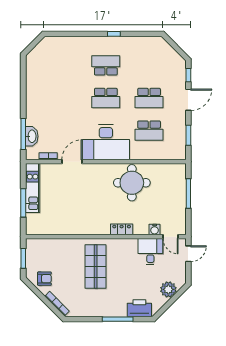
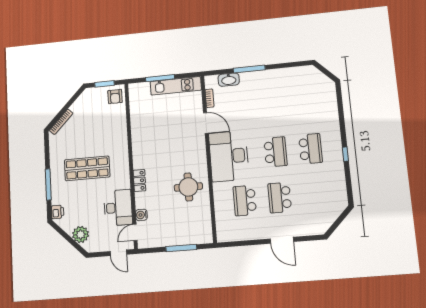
window: (188, 75) -> (309, 238), removed
school desk: (106, 98) -> (276, 152), turned 180
window: (23, 134) -> (249, 69), moved
window: (188, 135) -> (243, 243), removed
round table: (132, 183) -> (188, 187), width x0.73, depth x0.73
desk: (150, 252) -> (118, 208), width x1.37
shop shelf: (96, 266) -> (87, 168), moved
armchair: (44, 279) -> (115, 97), moved
printer: (139, 308) -> (58, 212), width x0.53, depth x0.68

